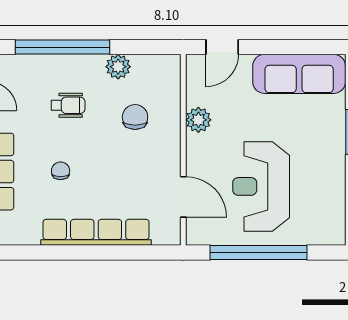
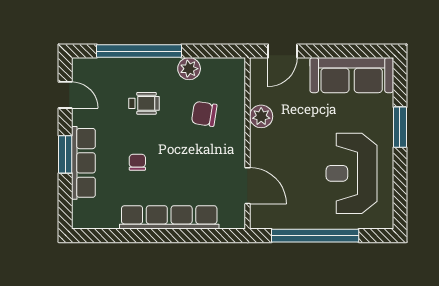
chair: (135, 117) -> (204, 114), turned -81
reception desk: (261, 186) -> (352, 173), moved

